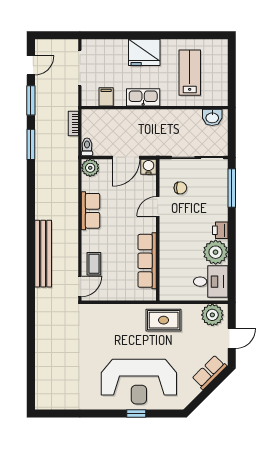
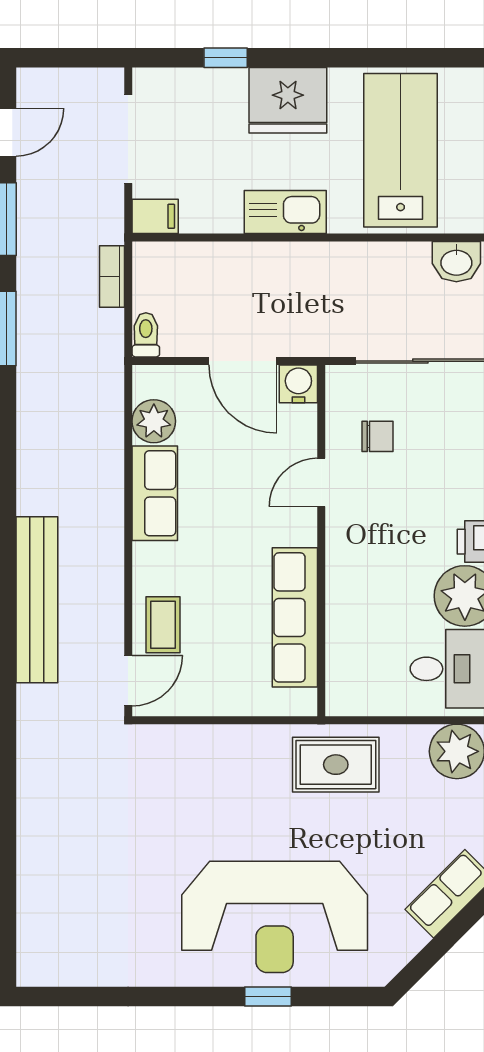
window: (119, 35) -> (226, 58), added
lab bench: (190, 73) -> (401, 150), width x1.36, depth x1.39
filing cabinet: (106, 97) -> (155, 216), moved, turned 90
door: (126, 157) -> (243, 361), hinge flipped
plant: (90, 168) -> (154, 421), moved

